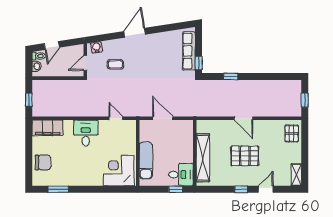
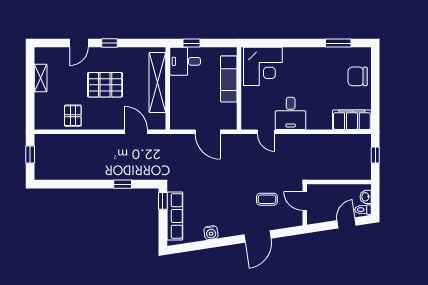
door: (135, 33) -> (258, 236), moved
water cooler: (96, 47) -> (211, 233), moved
door: (85, 63) -> (305, 201), swing flipped
door: (244, 118) -> (136, 132), moved
desk: (86, 133) -> (291, 113), moved
pallet: (292, 133) -> (73, 116), moved
shelving: (296, 175) -> (41, 78), moved

